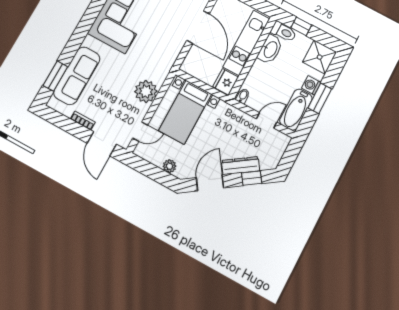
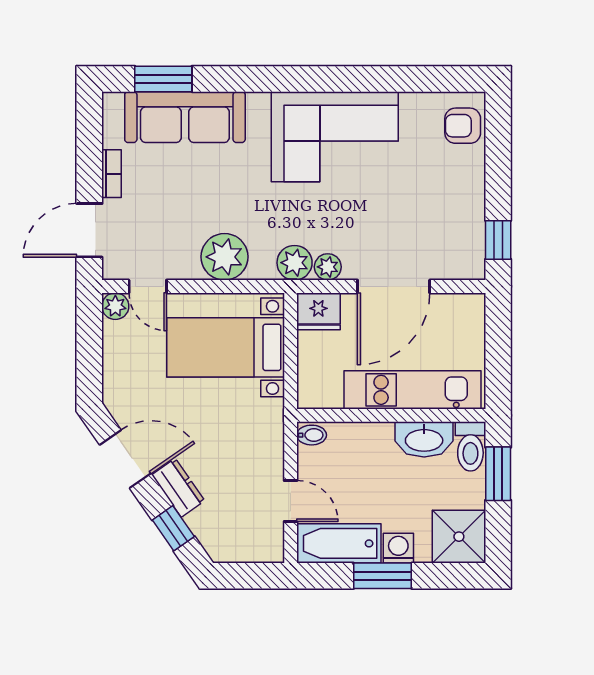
window: (301, 26) -> (498, 474), width x1.50
plant: (175, 50) -> (328, 267), added
plant: (165, 63) -> (295, 263), added
fridge: (226, 82) -> (318, 311), moved, turned 180
plant: (170, 166) -> (115, 306), moved
dresser: (241, 166) -> (178, 488), width x0.70

